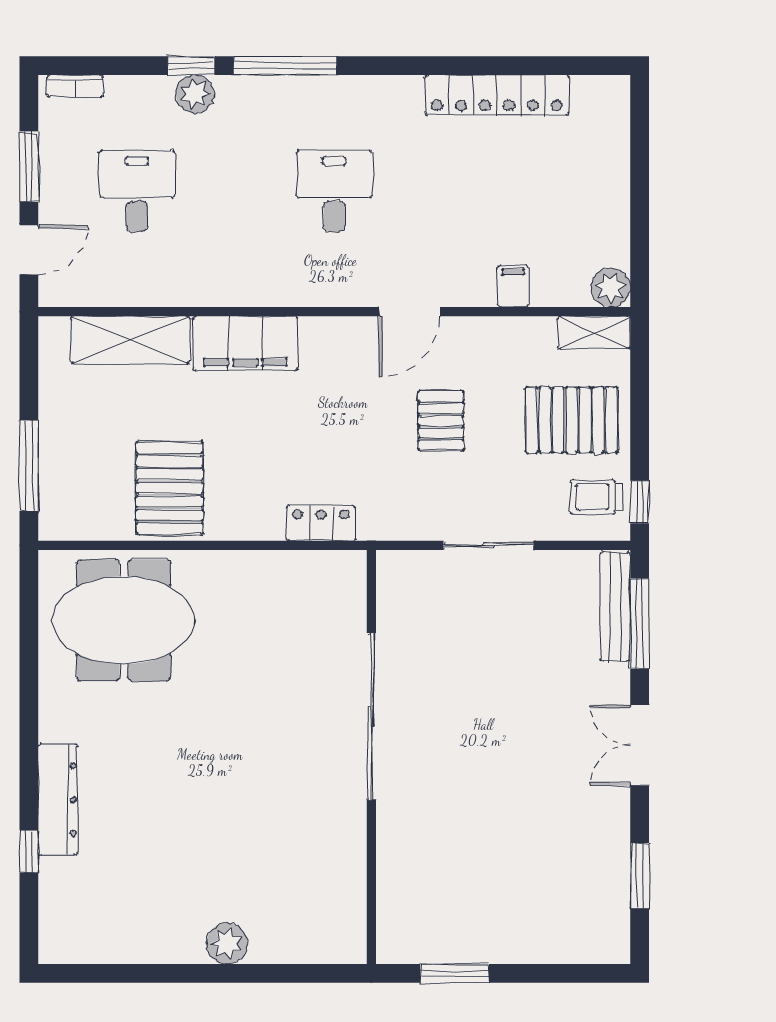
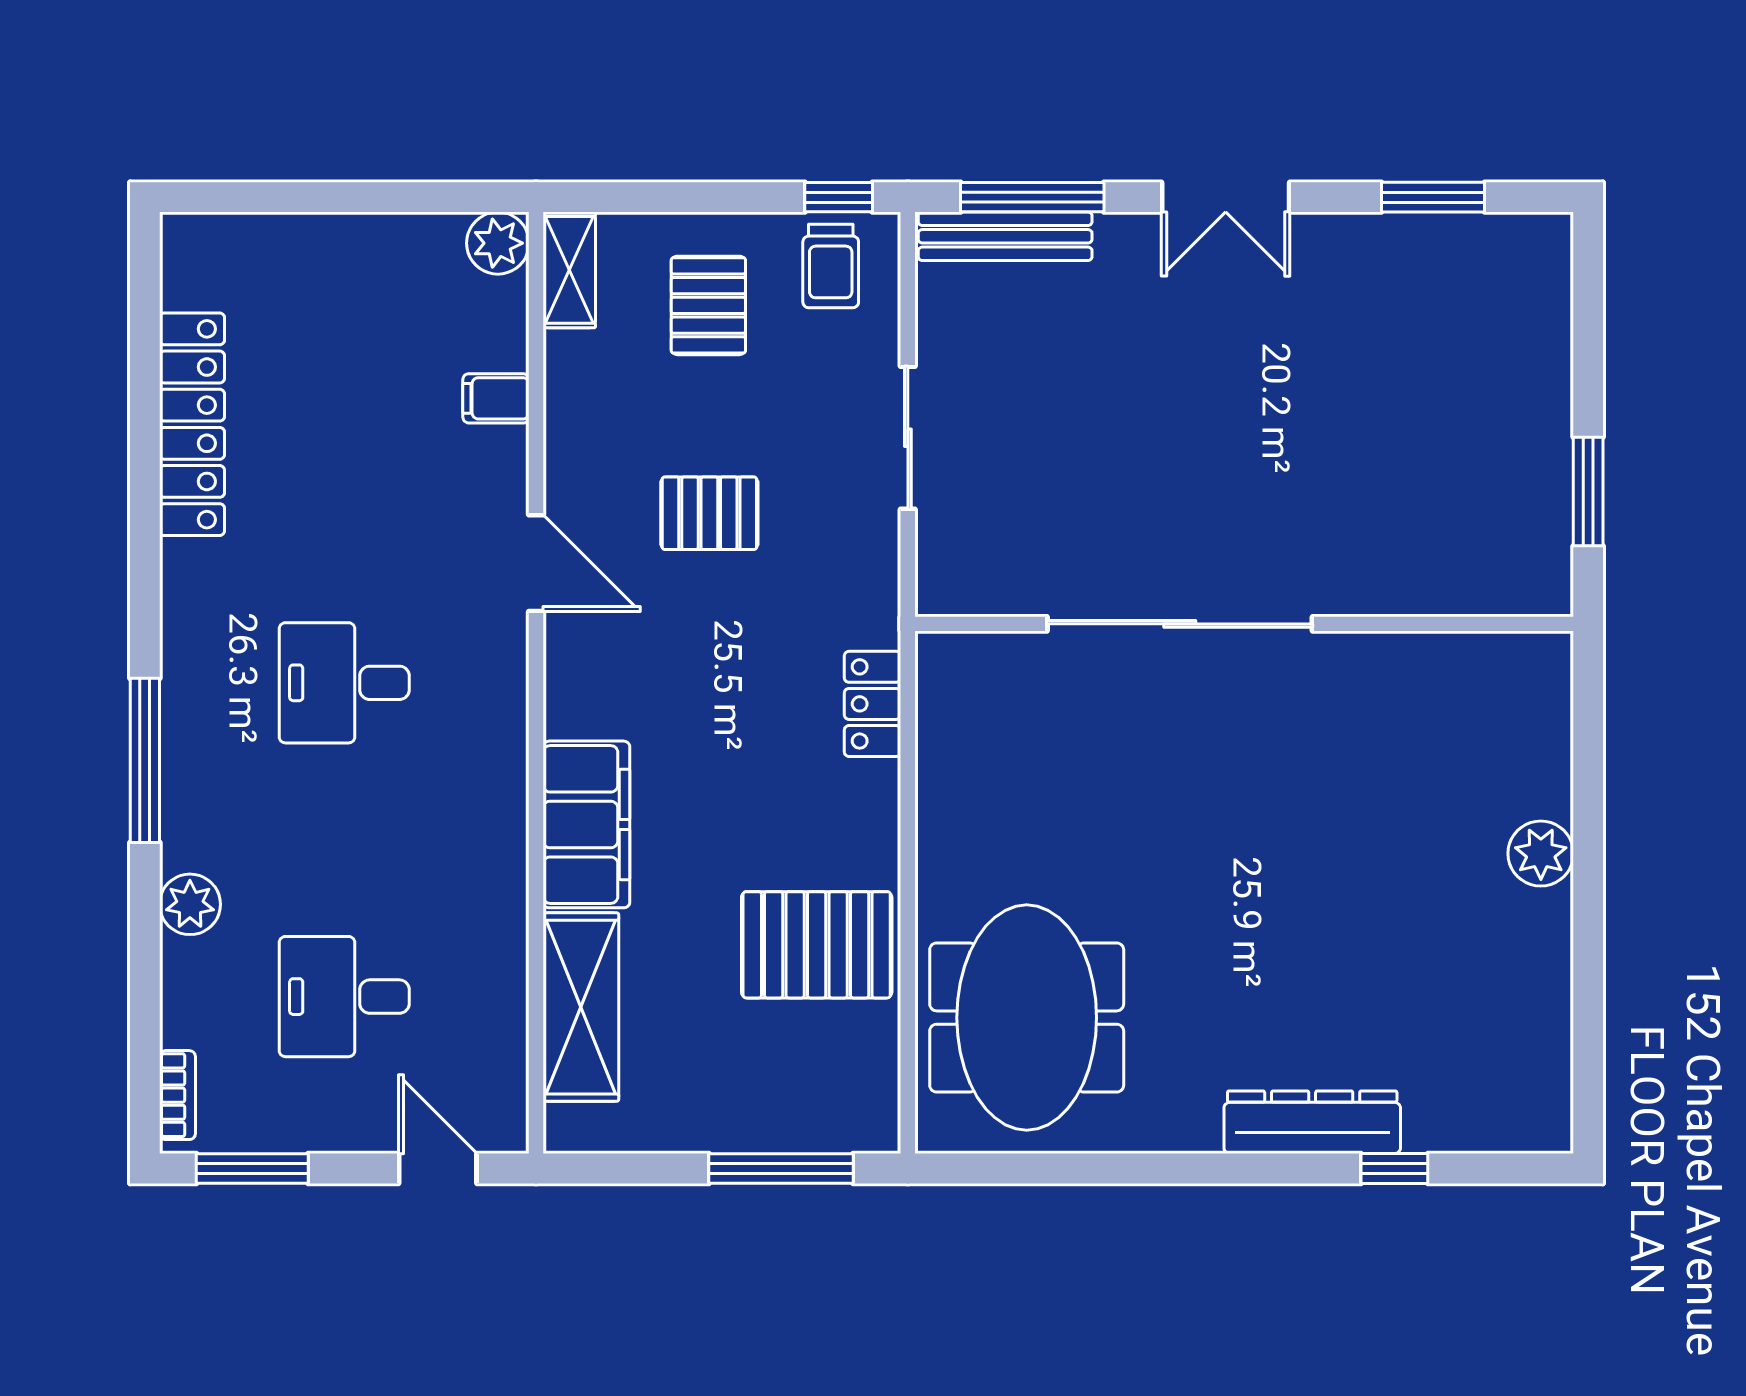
window: (191, 66) -> (145, 911), removed
window: (29, 167) -> (252, 1169), moved
pallet: (572, 420) -> (708, 305), width x0.67, depth x0.71

